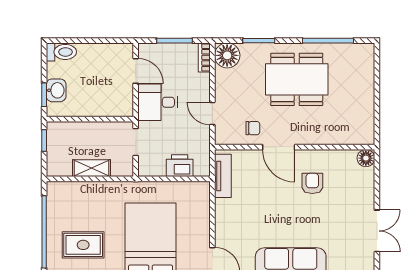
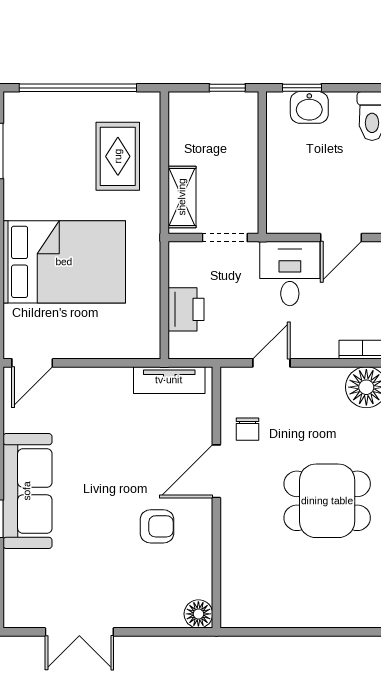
dining table: (297, 79) -> (327, 501), width x0.73
shelving: (92, 168) -> (182, 197), moved
rug: (83, 245) -> (118, 156), moved

